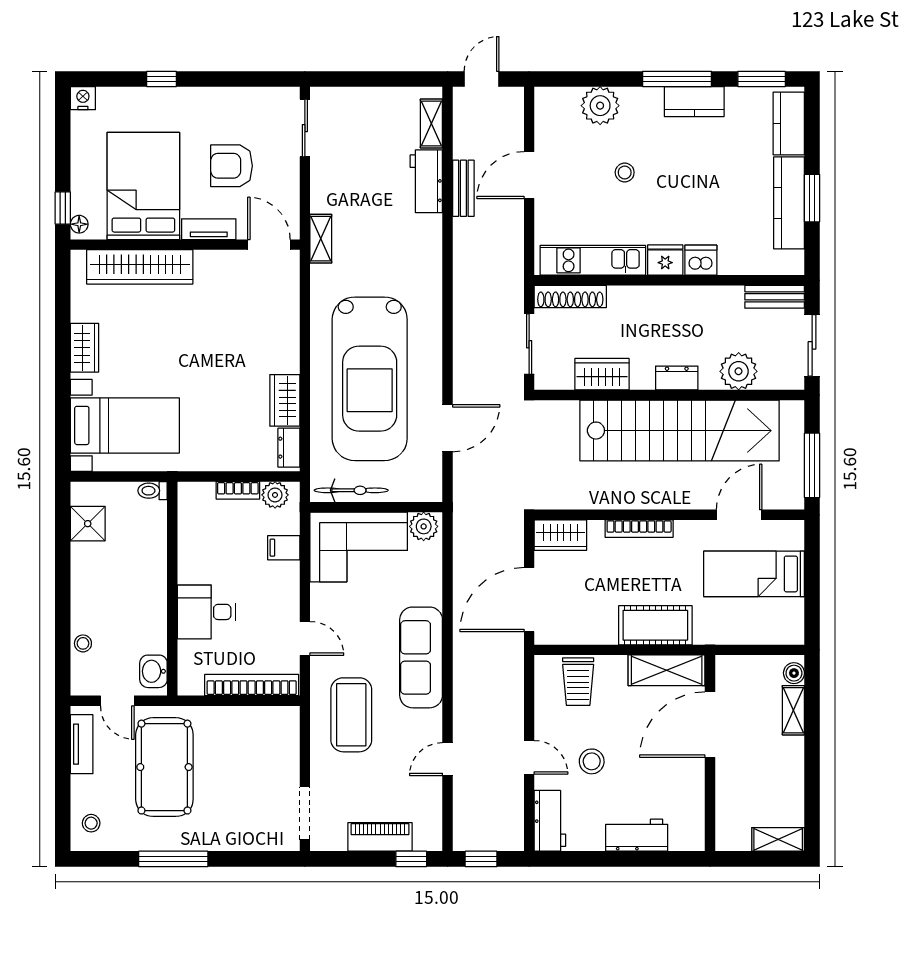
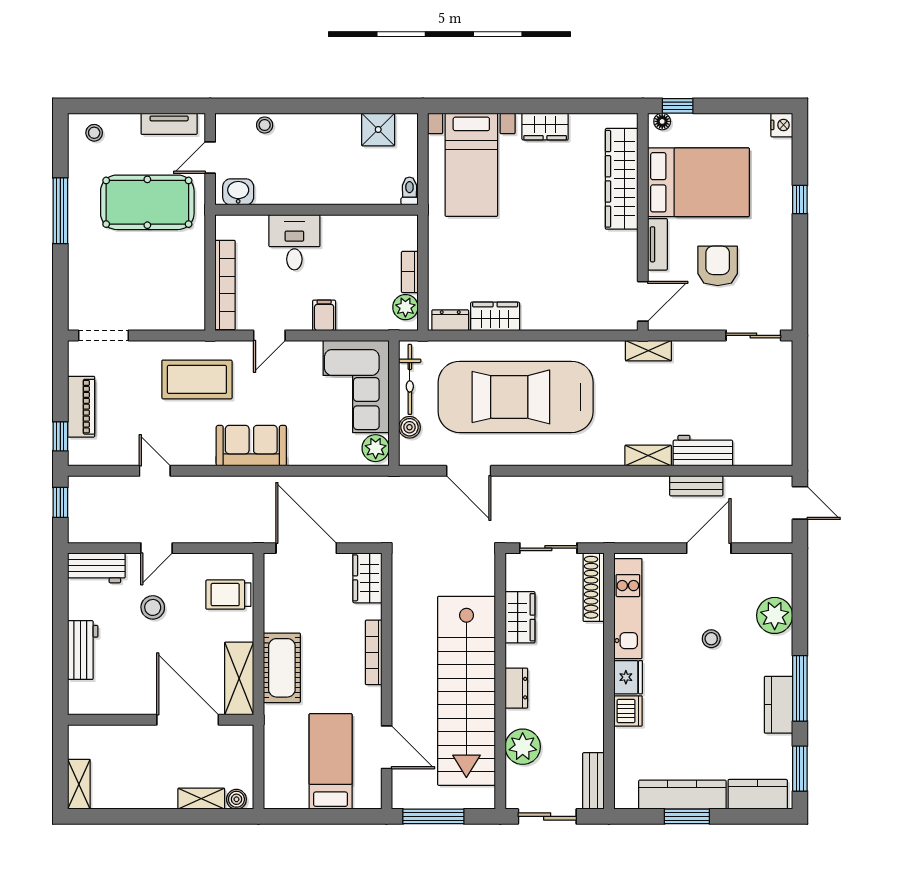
shelving: (431, 124) -> (648, 456), moved
door: (529, 175) -> (709, 548), hinge flipped
boiler: (402, 491) -> (410, 427), added
filing cabinet: (284, 548) -> (324, 315), moved
sofa: (421, 657) -> (251, 446), width x0.73

